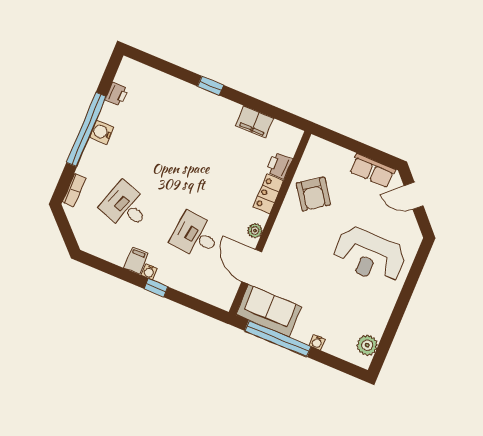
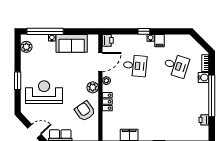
water cooler: (102, 132) -> (204, 78), moved
printer: (279, 166) -> (108, 40), moved
plant: (283, 229) -> (93, 87), added
door: (252, 267) -> (100, 62), hinge flipped
window: (406, 294) -> (18, 81), added
sofa: (269, 311) -> (72, 43), moved
window: (278, 339) -> (45, 31), moved

